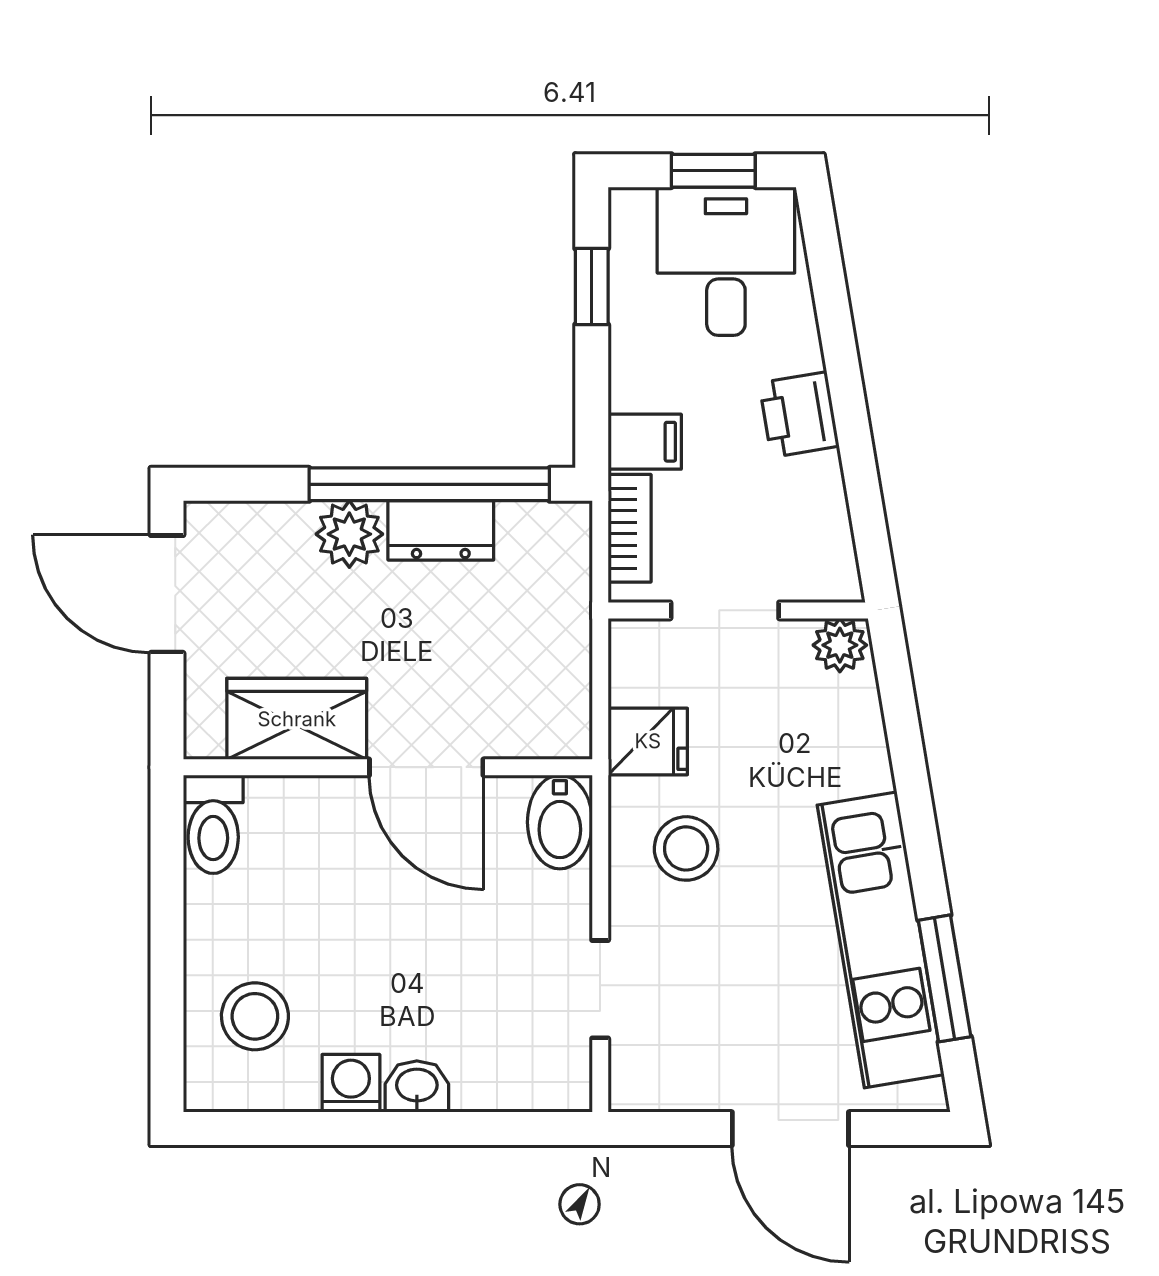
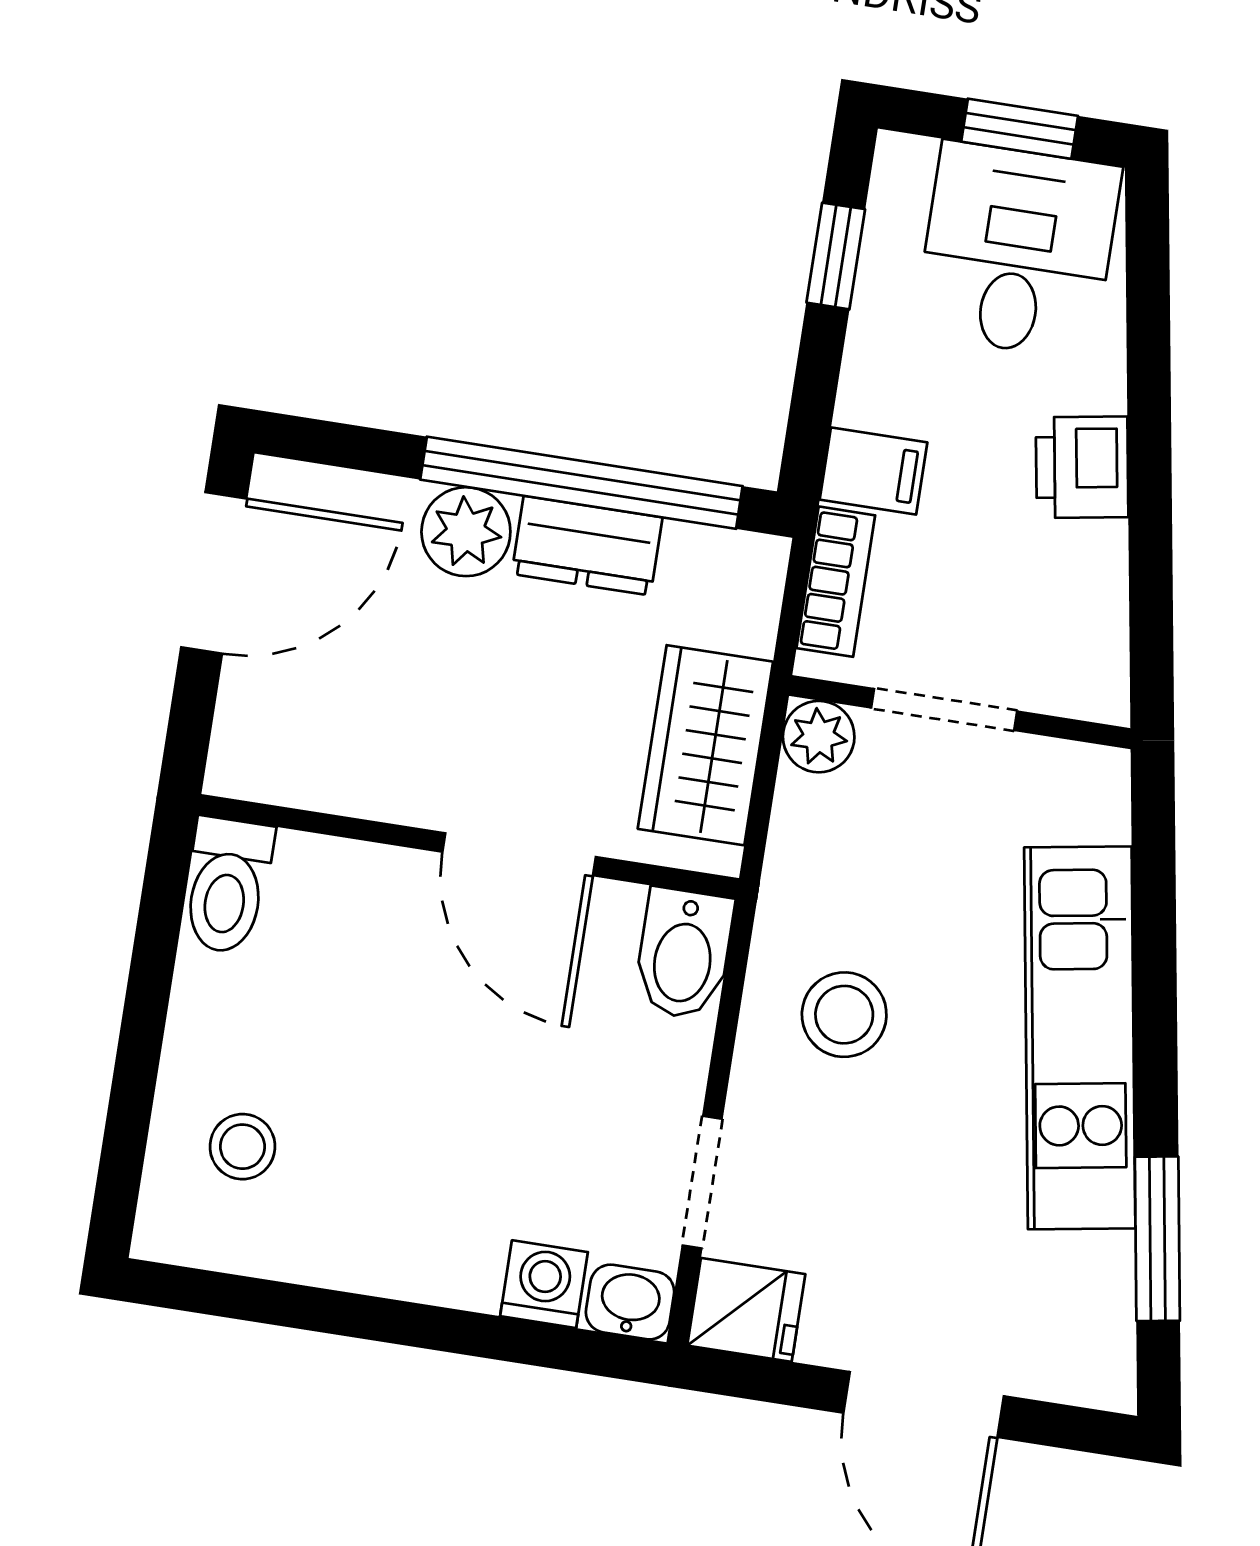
door: (167, 594) -> (214, 573), swing flipped
plant: (840, 645) -> (819, 737), moved
wardrobe: (297, 719) -> (705, 745), moved, turned -90
fridge: (648, 741) -> (746, 1310), moved
kitchen unit: (881, 940) -> (1080, 1038), moved
stool: (255, 1016) -> (242, 1147), width x0.73, depth x0.73
washing machine: (351, 1083) -> (544, 1284), moved
washbasin: (417, 1087) -> (630, 1302), moved

